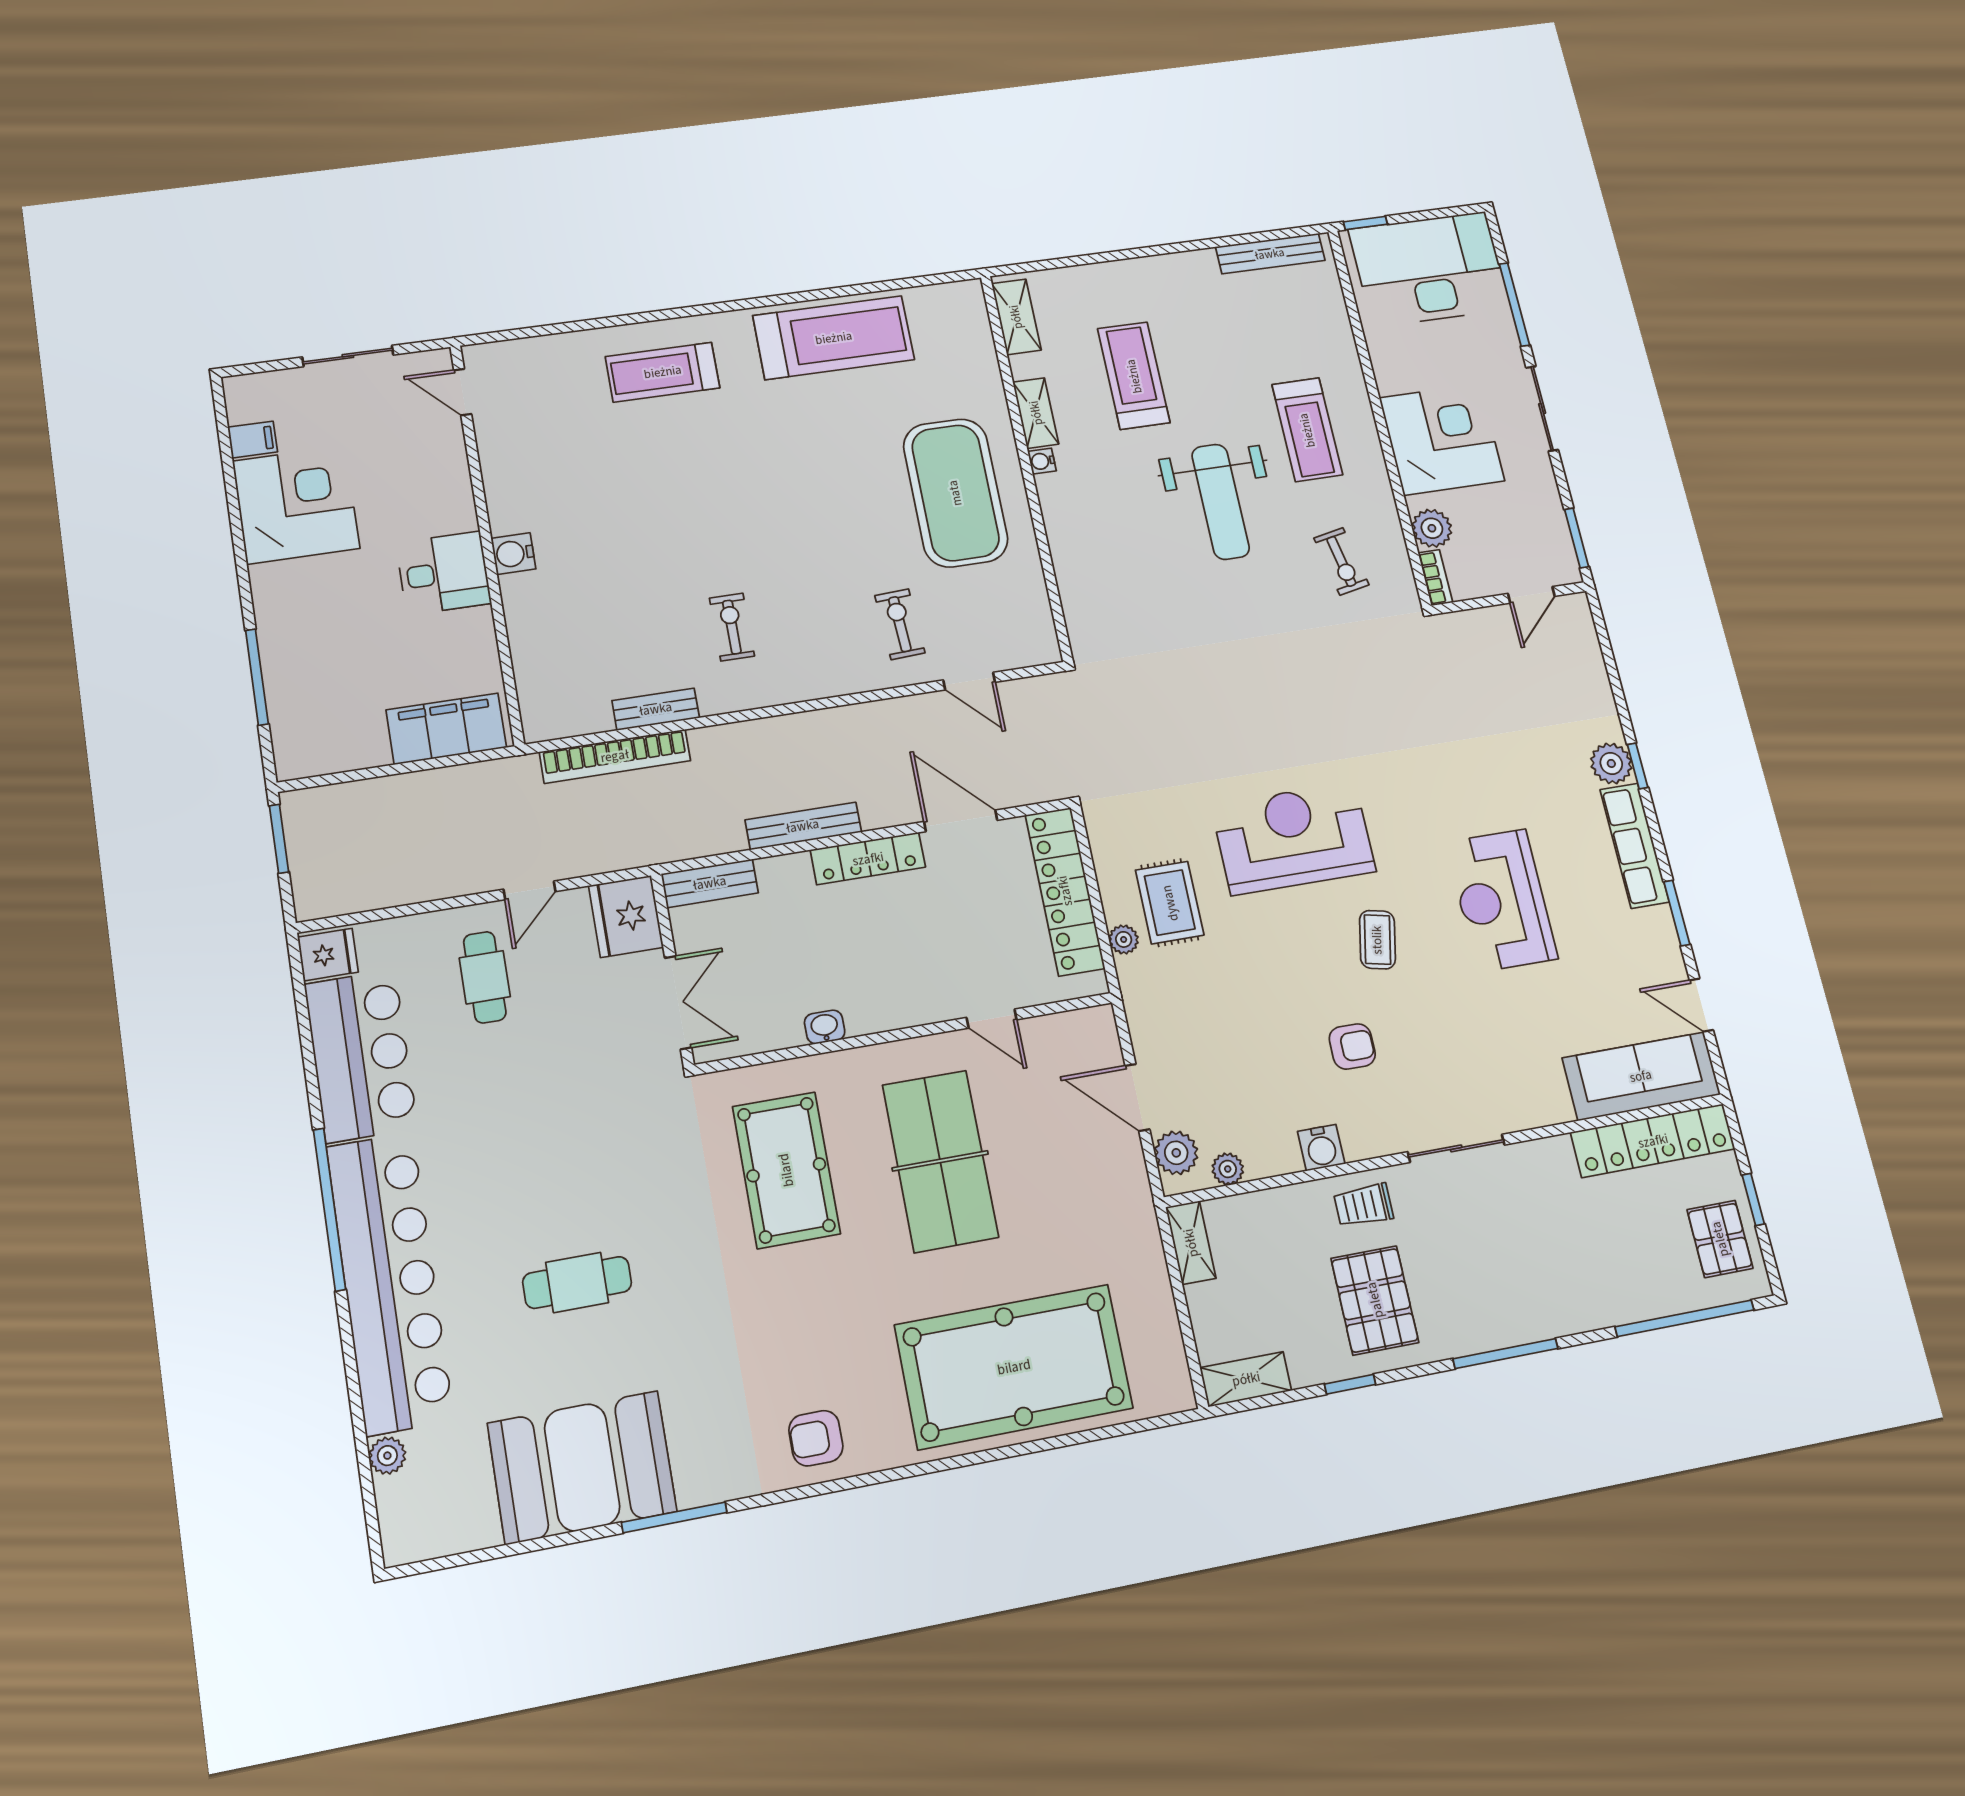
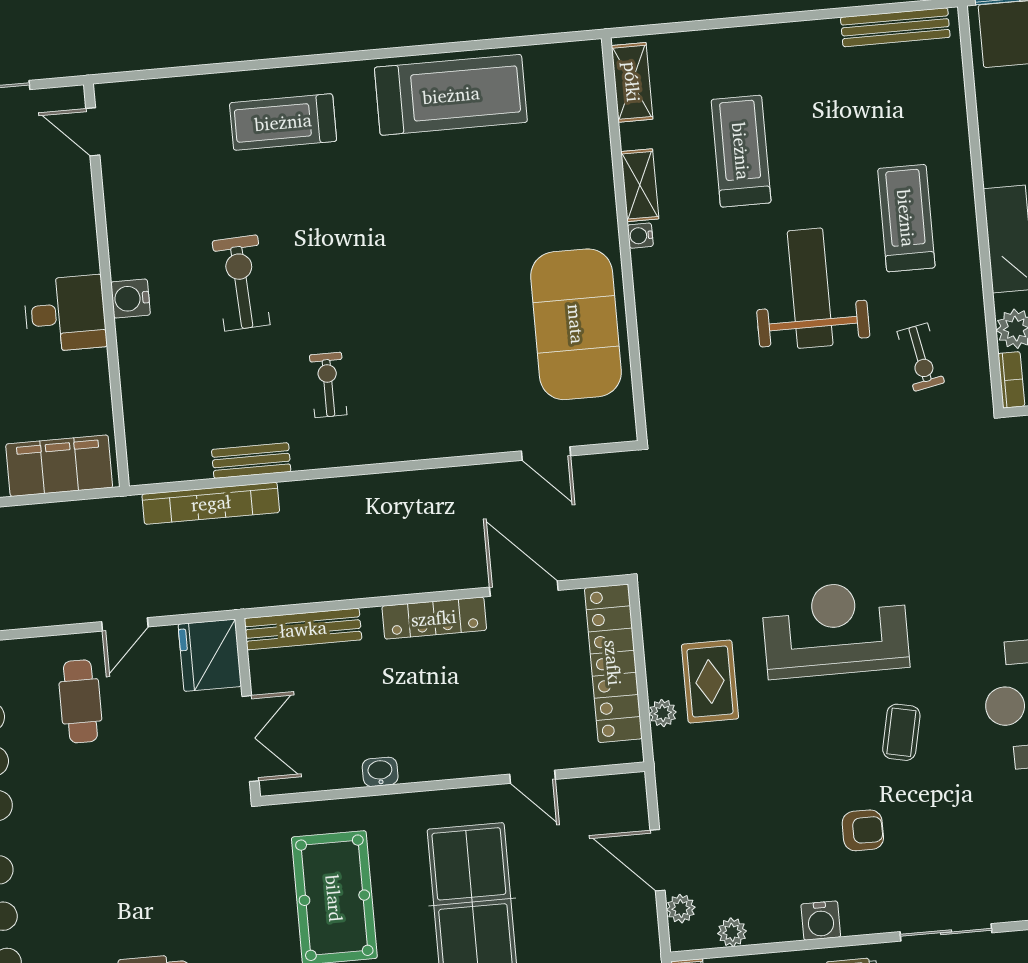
treadmill: (1307, 430) -> (906, 218), turned 180
exercise mat: (955, 493) -> (576, 324), moved
weight bench: (1221, 502) -> (810, 288), turned 180
exercise bike: (900, 624) -> (241, 283), moved, width x1.38, depth x1.39
bench: (803, 826) -> (378, 583), removed
bench: (710, 883) -> (303, 629), width x1.36
plant: (1176, 1153) -> (681, 909), width x0.73, depth x0.73

